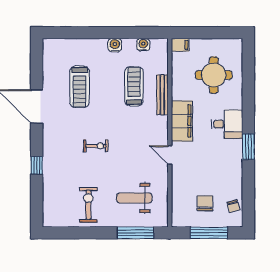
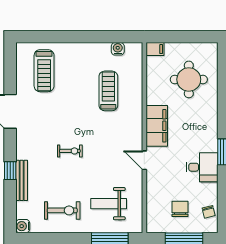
water cooler: (115, 45) -> (23, 226), moved, turned -90
treadmill: (80, 87) -> (44, 71), moved
bench: (162, 95) -> (22, 180), moved
desk: (227, 124) -> (202, 167), moved
exercise bike: (88, 205) -> (62, 210), turned 90

